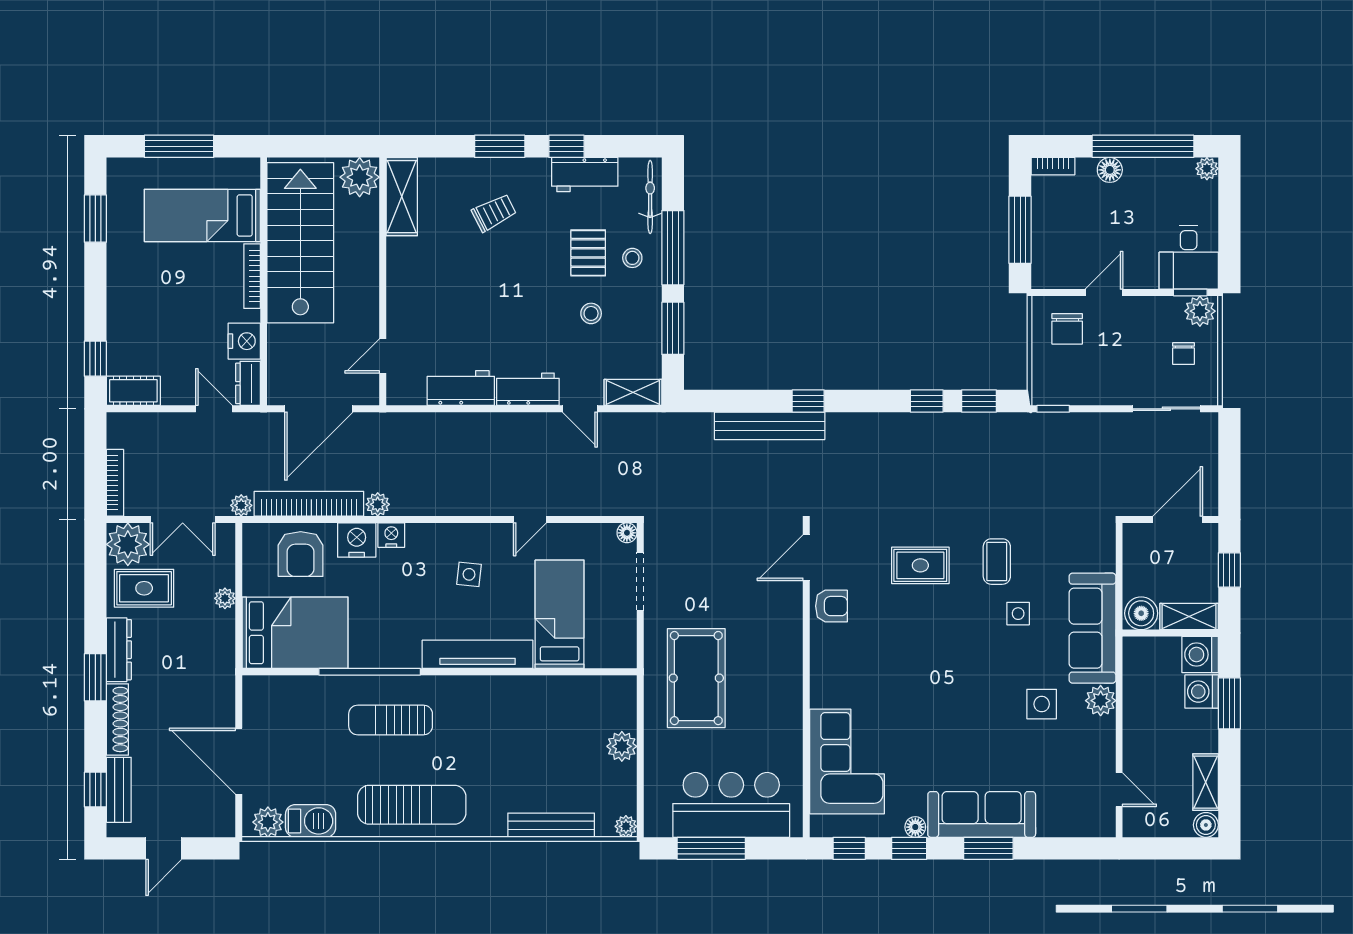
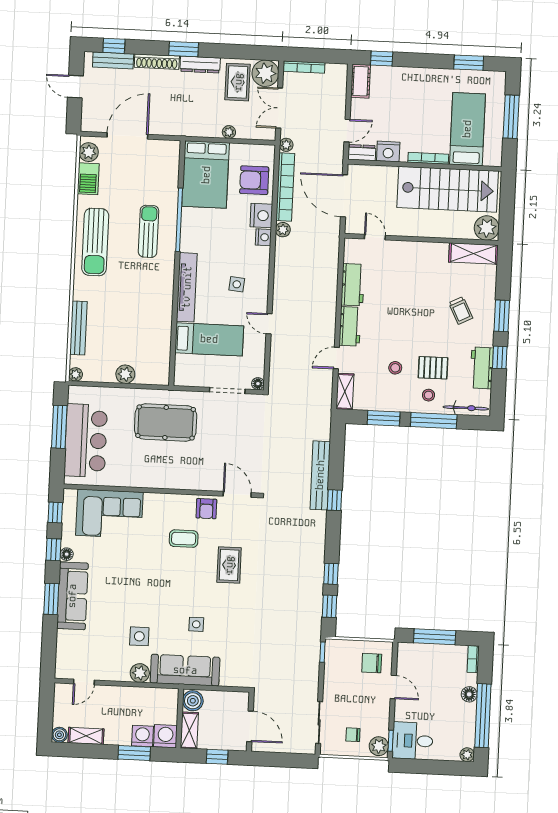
coffee table: (997, 562) -> (184, 539), moved

